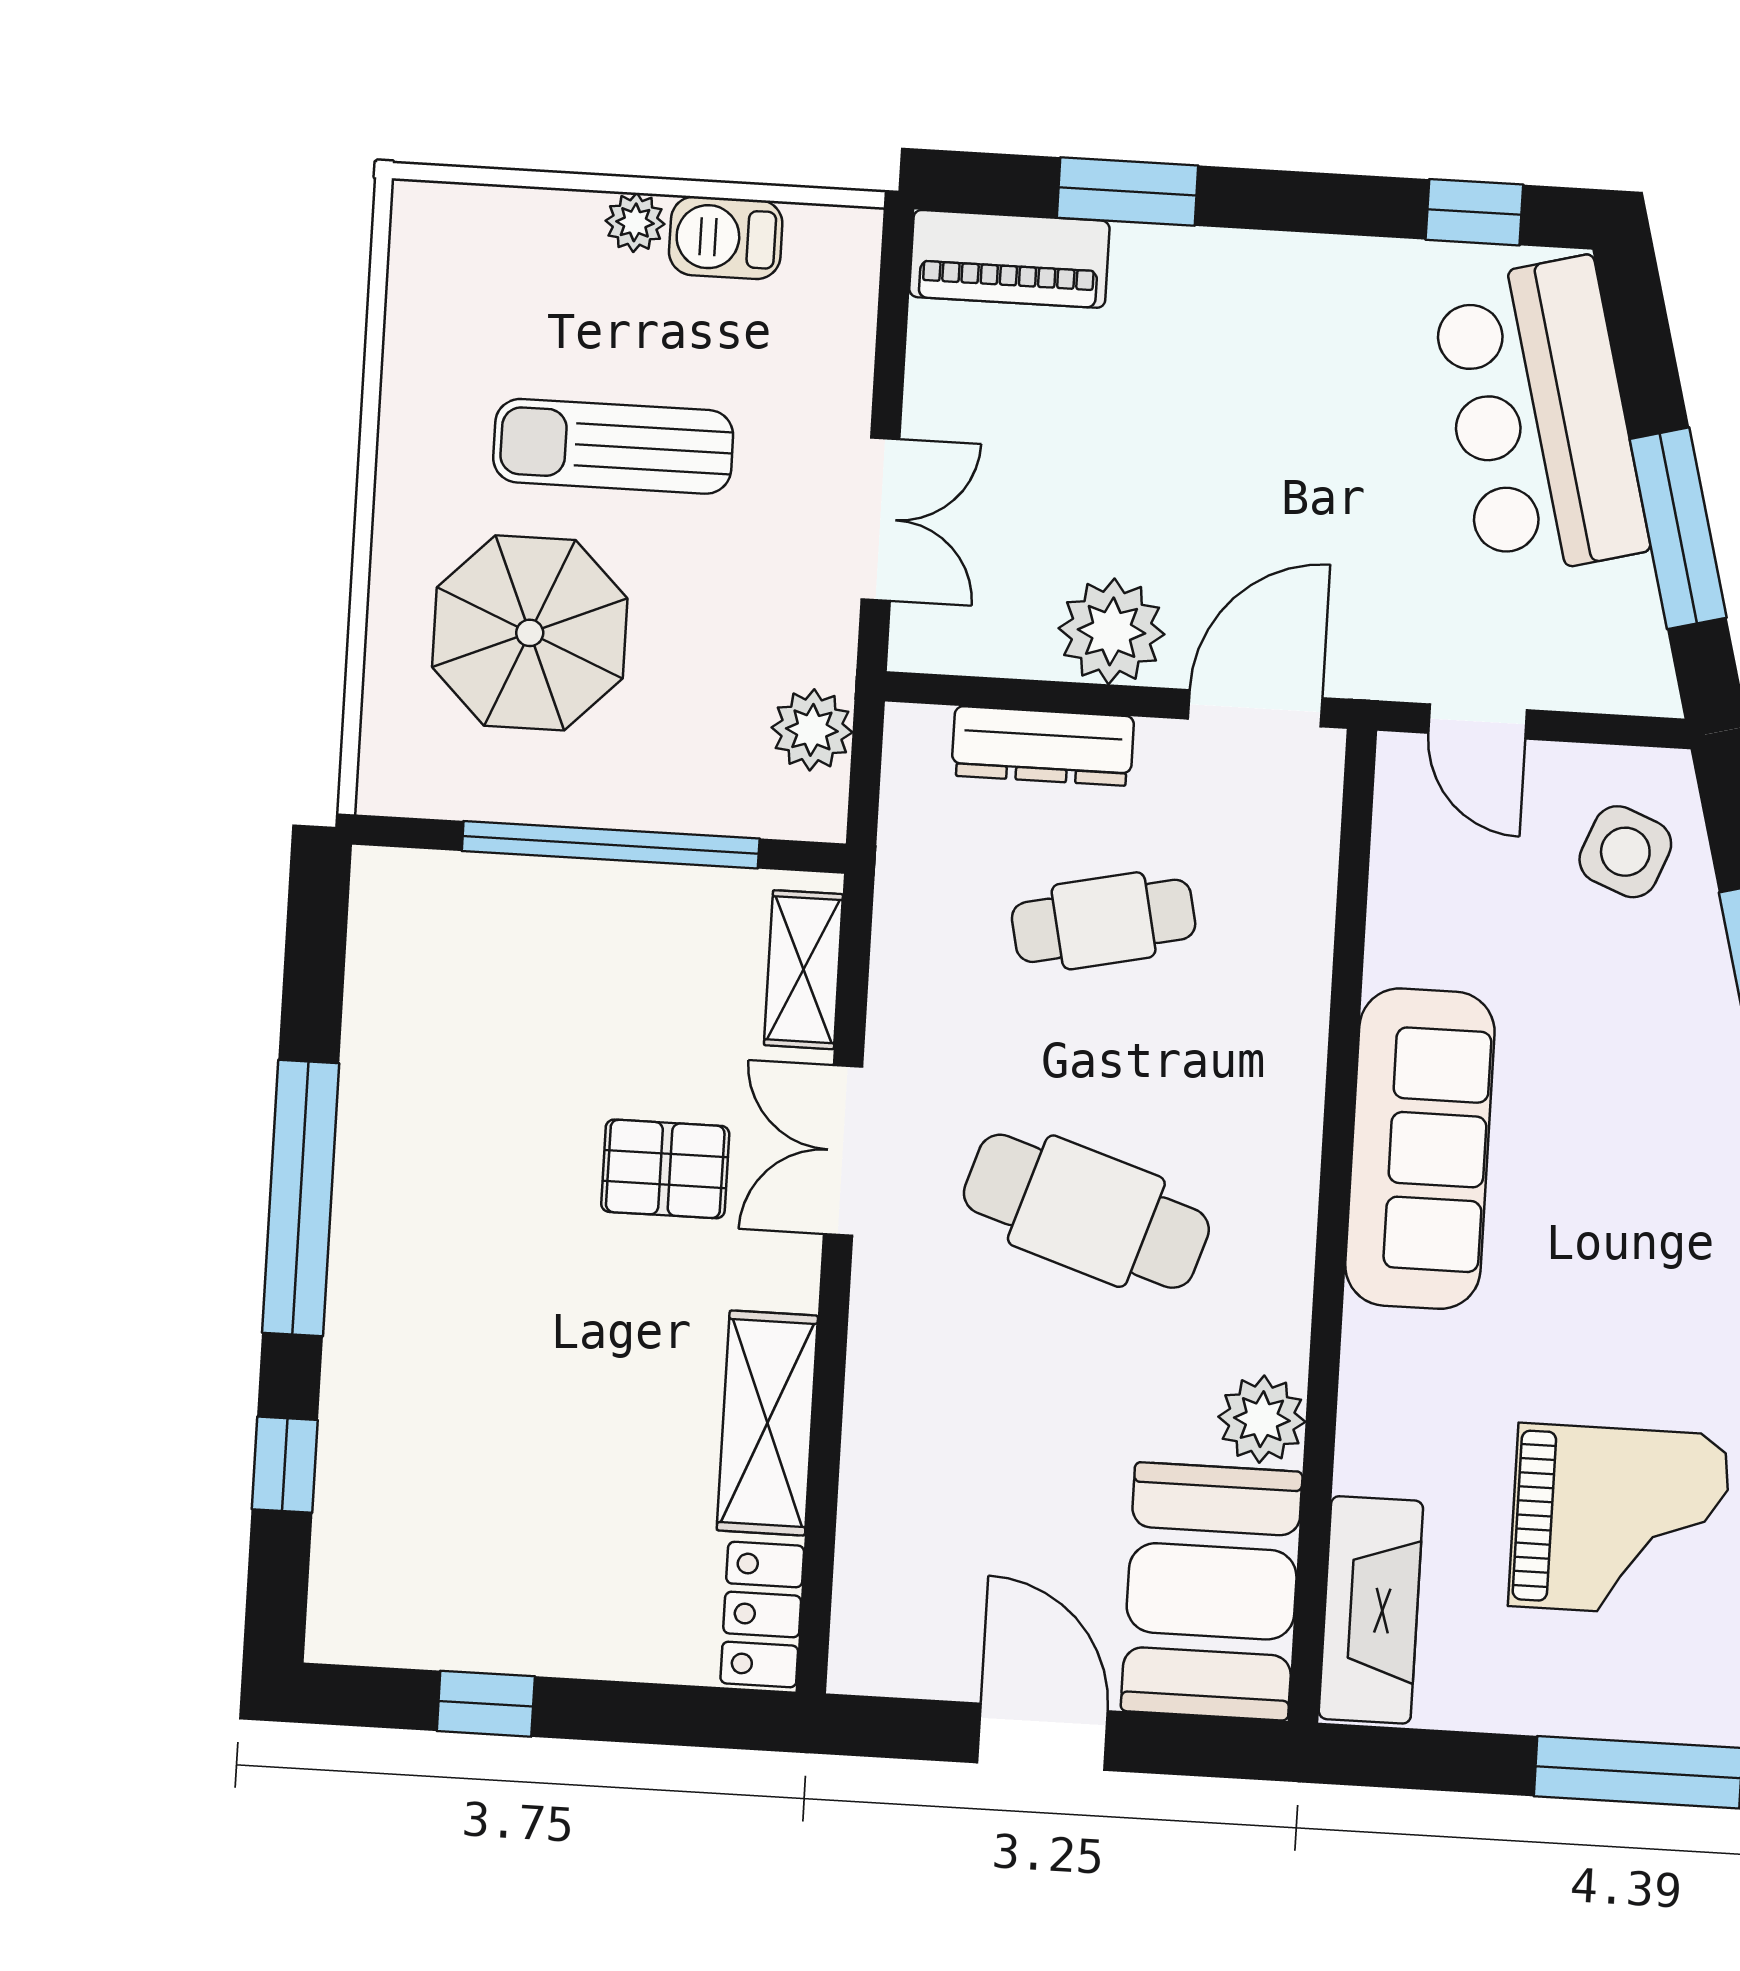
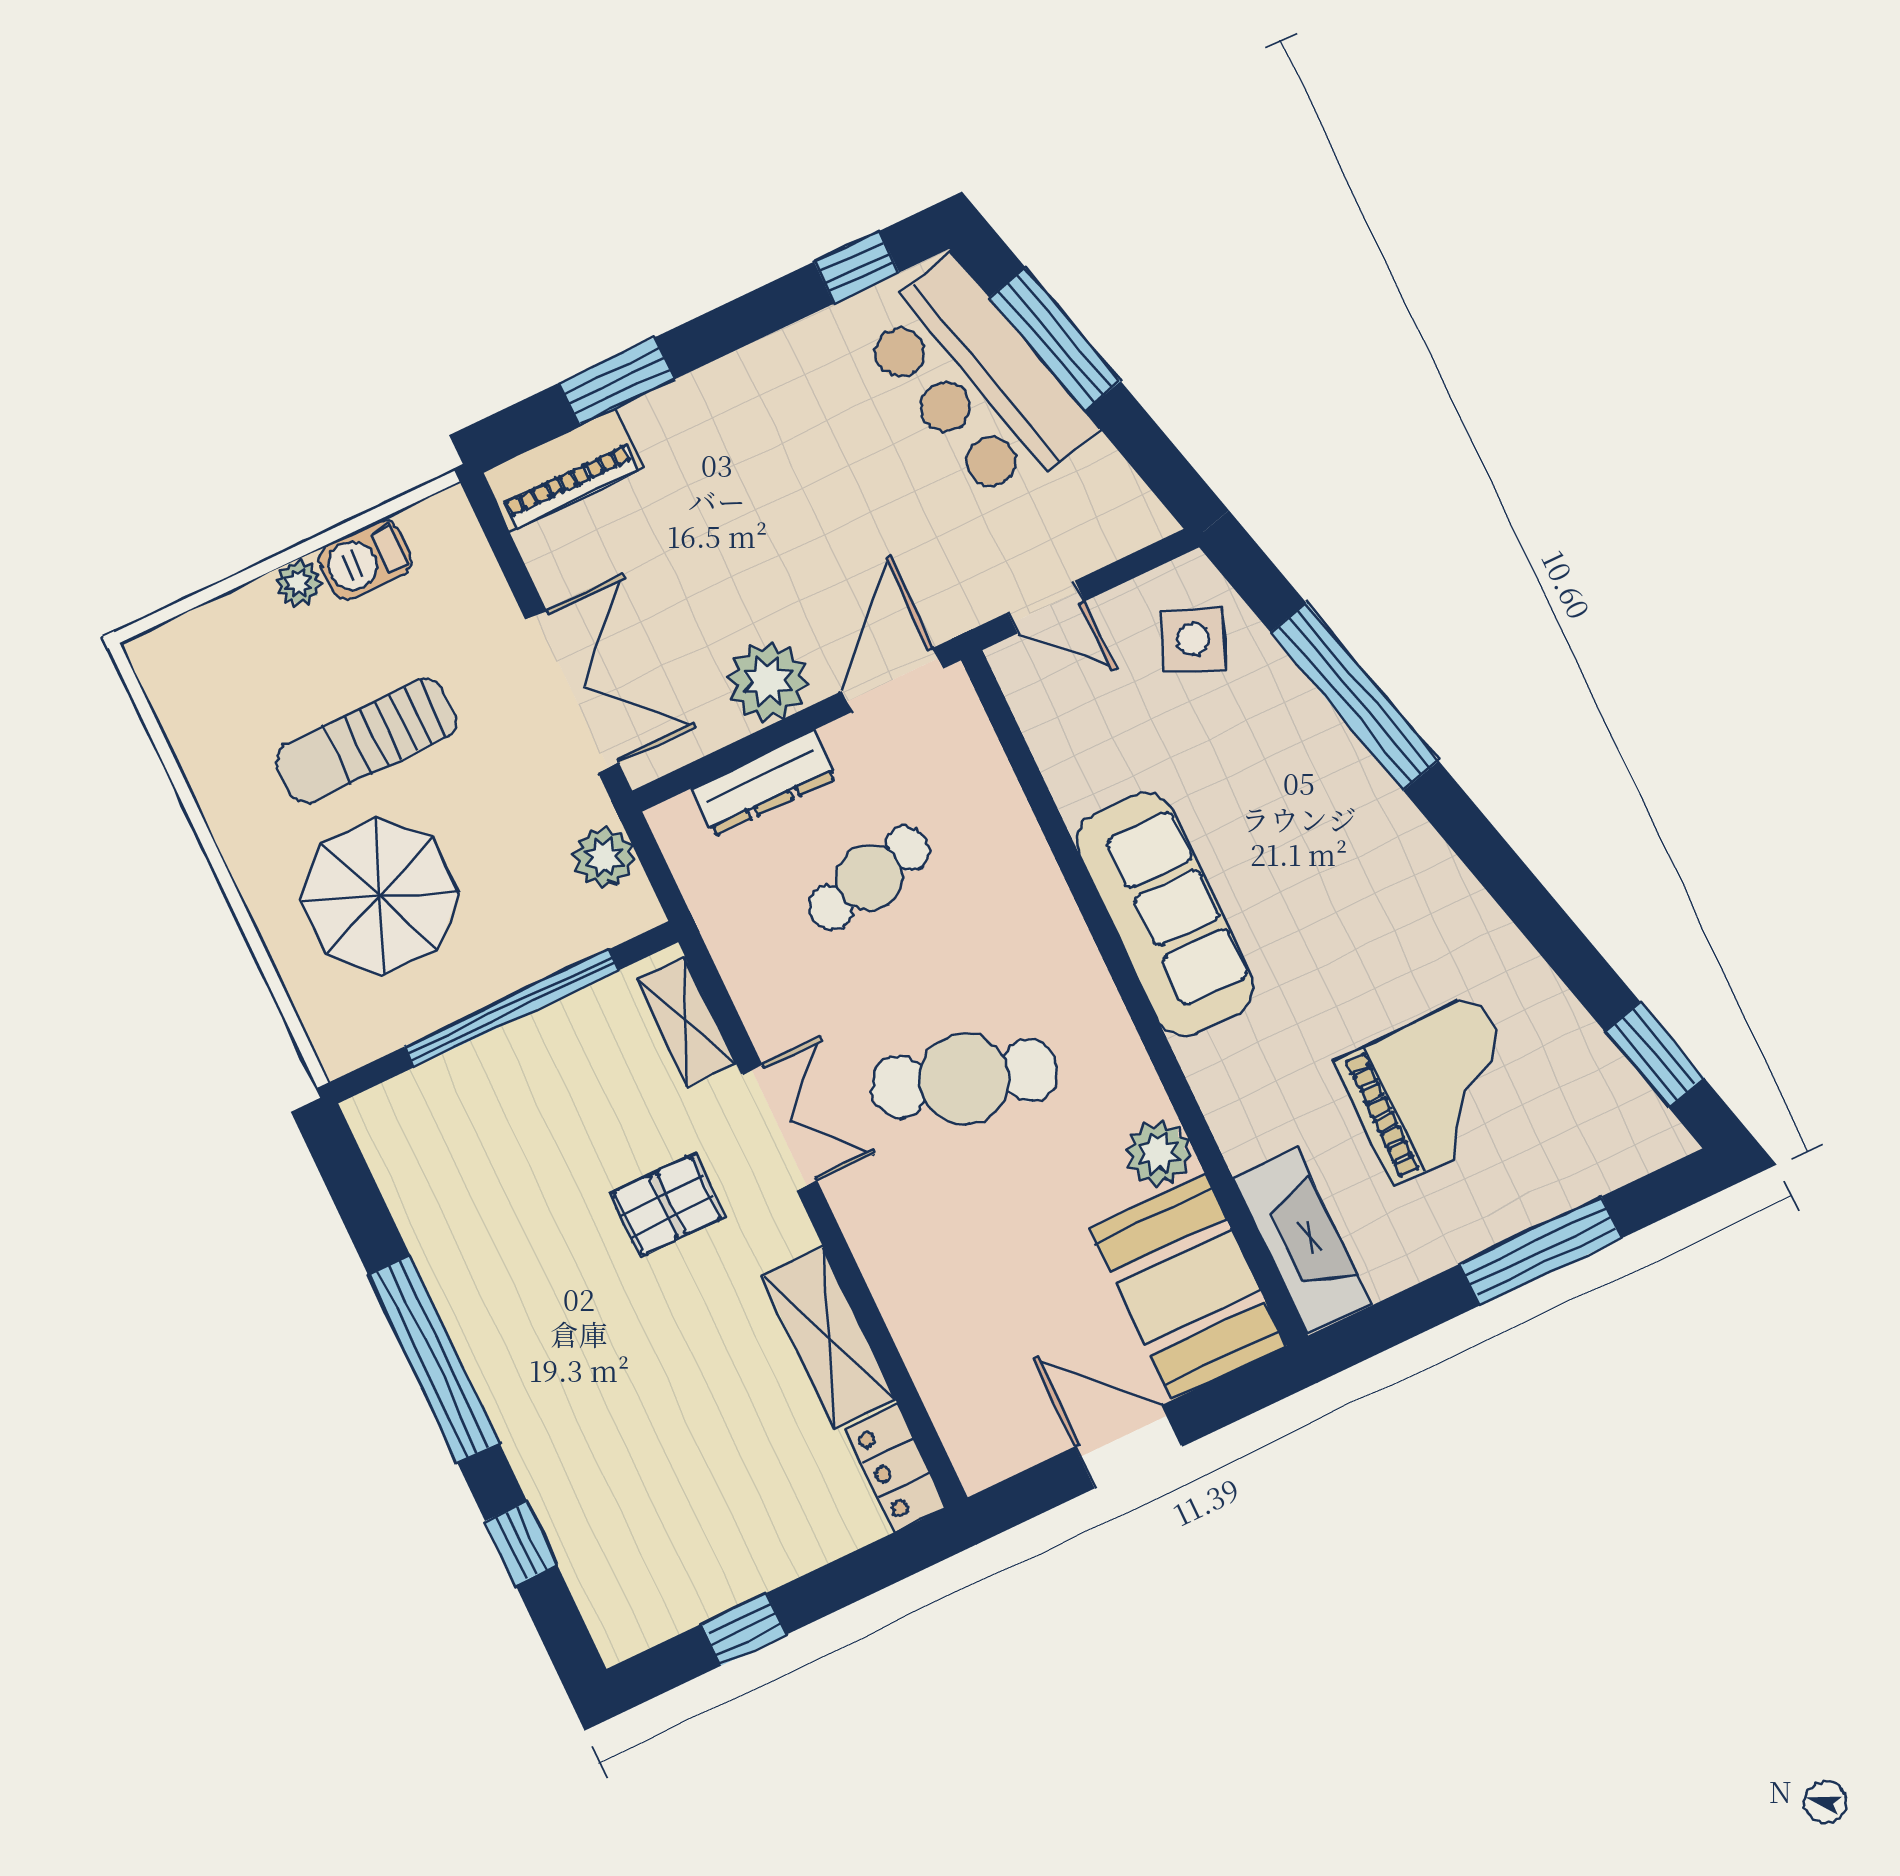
double door: (880, 519) -> (572, 691), width x1.37
window: (1678, 528) -> (1055, 339), moved
double door: (843, 1150) -> (779, 1128), swing flipped

